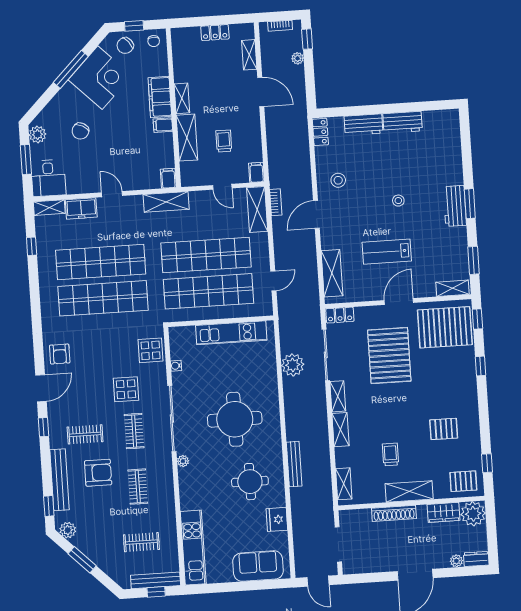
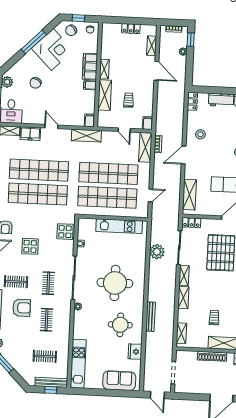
display table: (126, 389) -> (30, 246), moved

